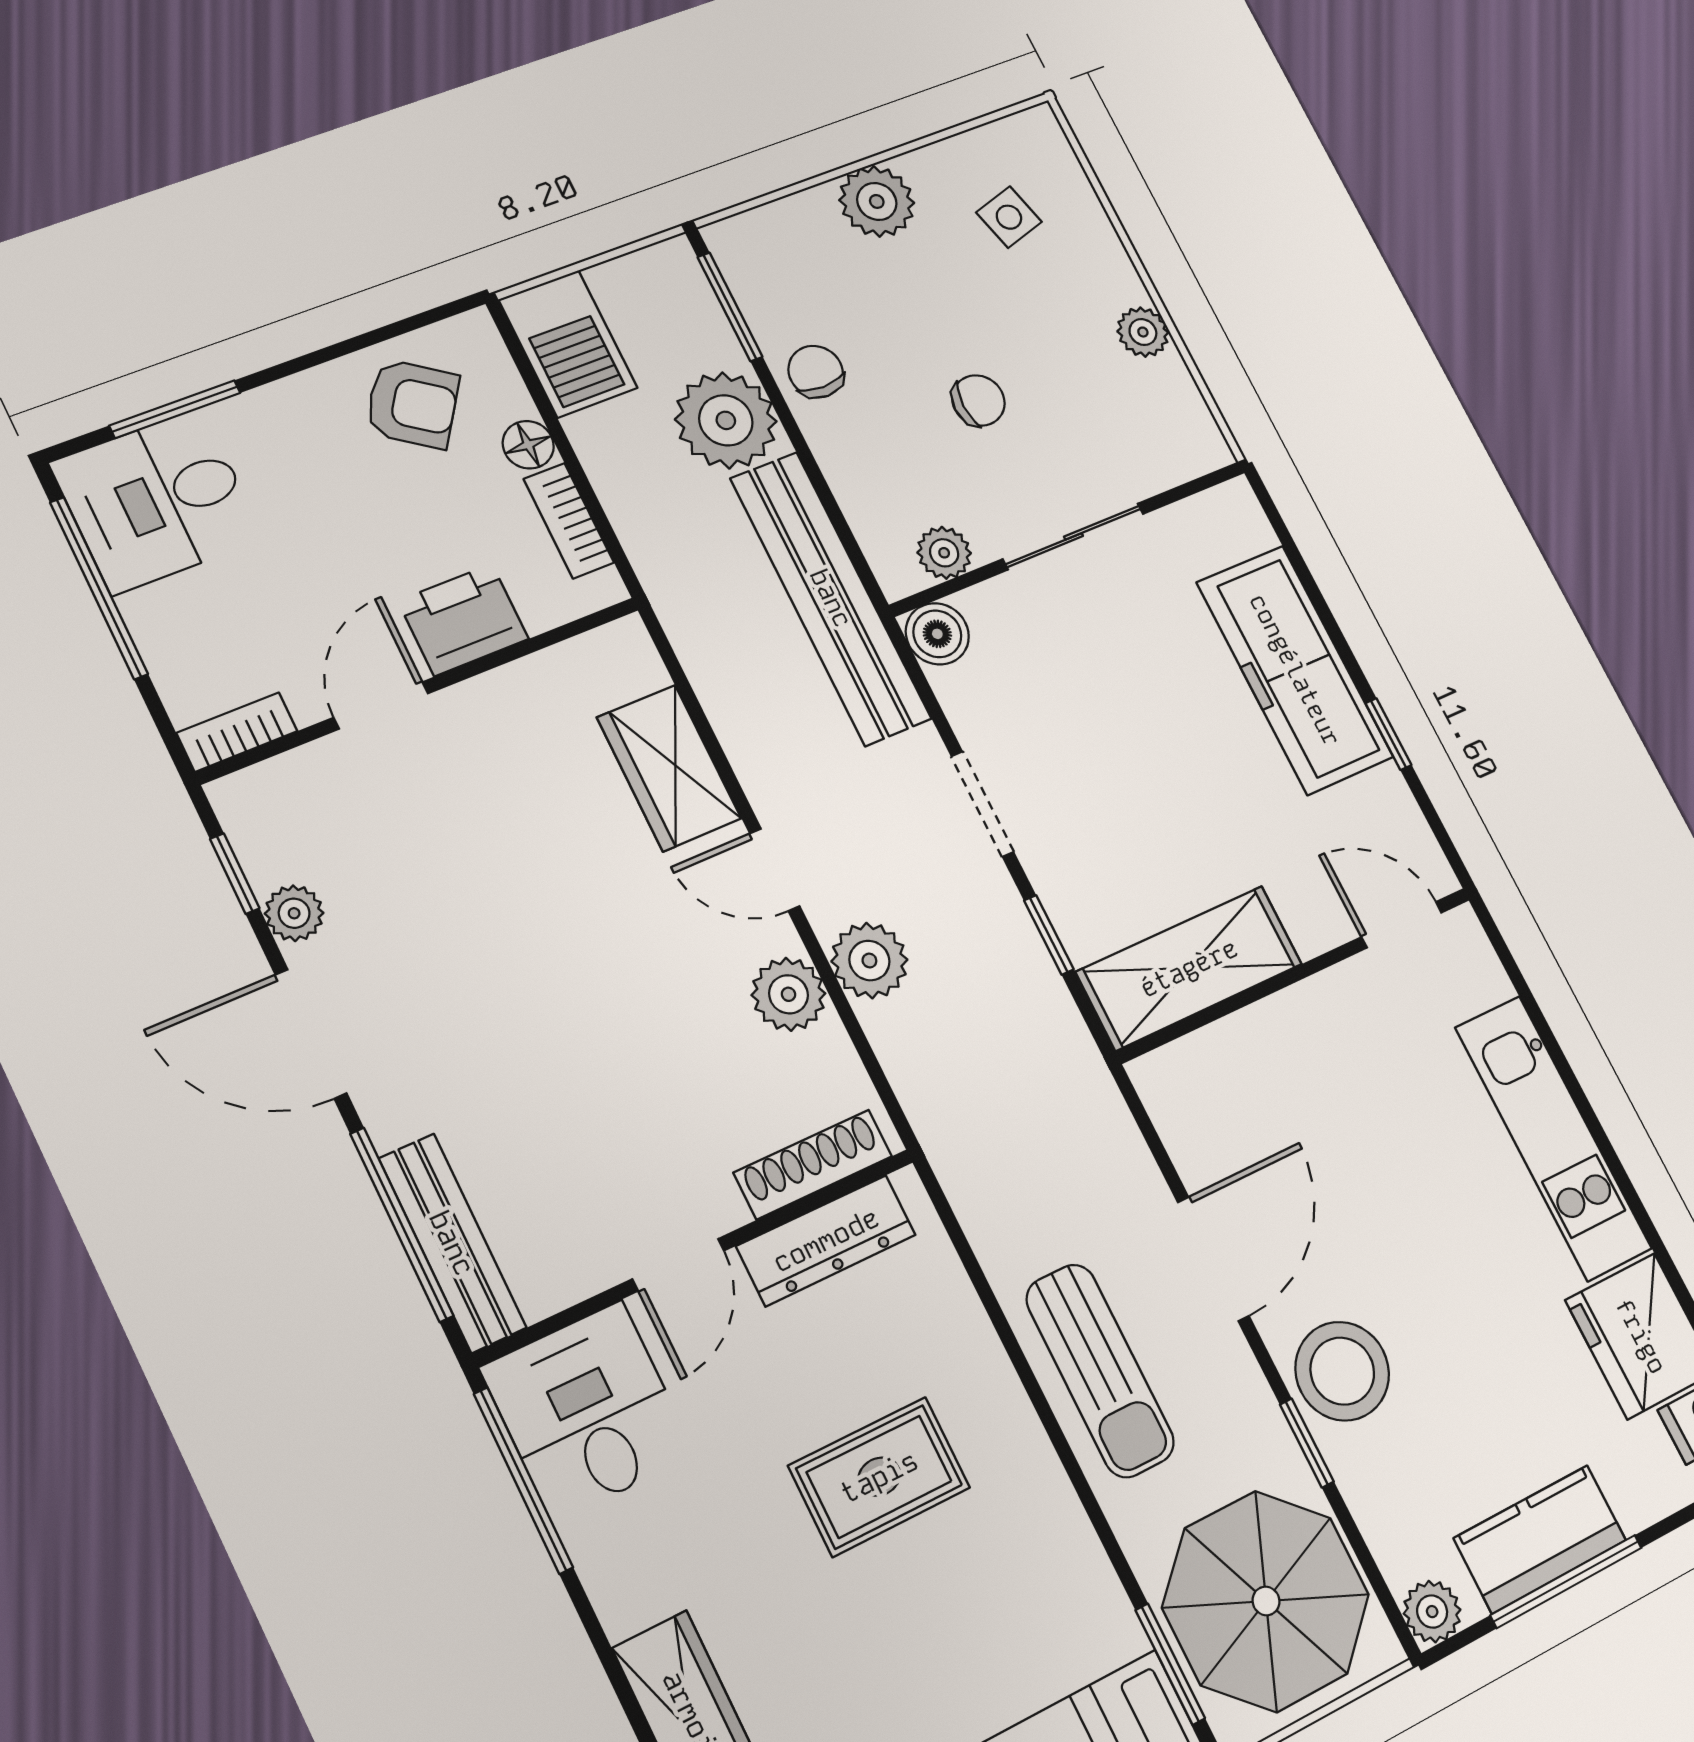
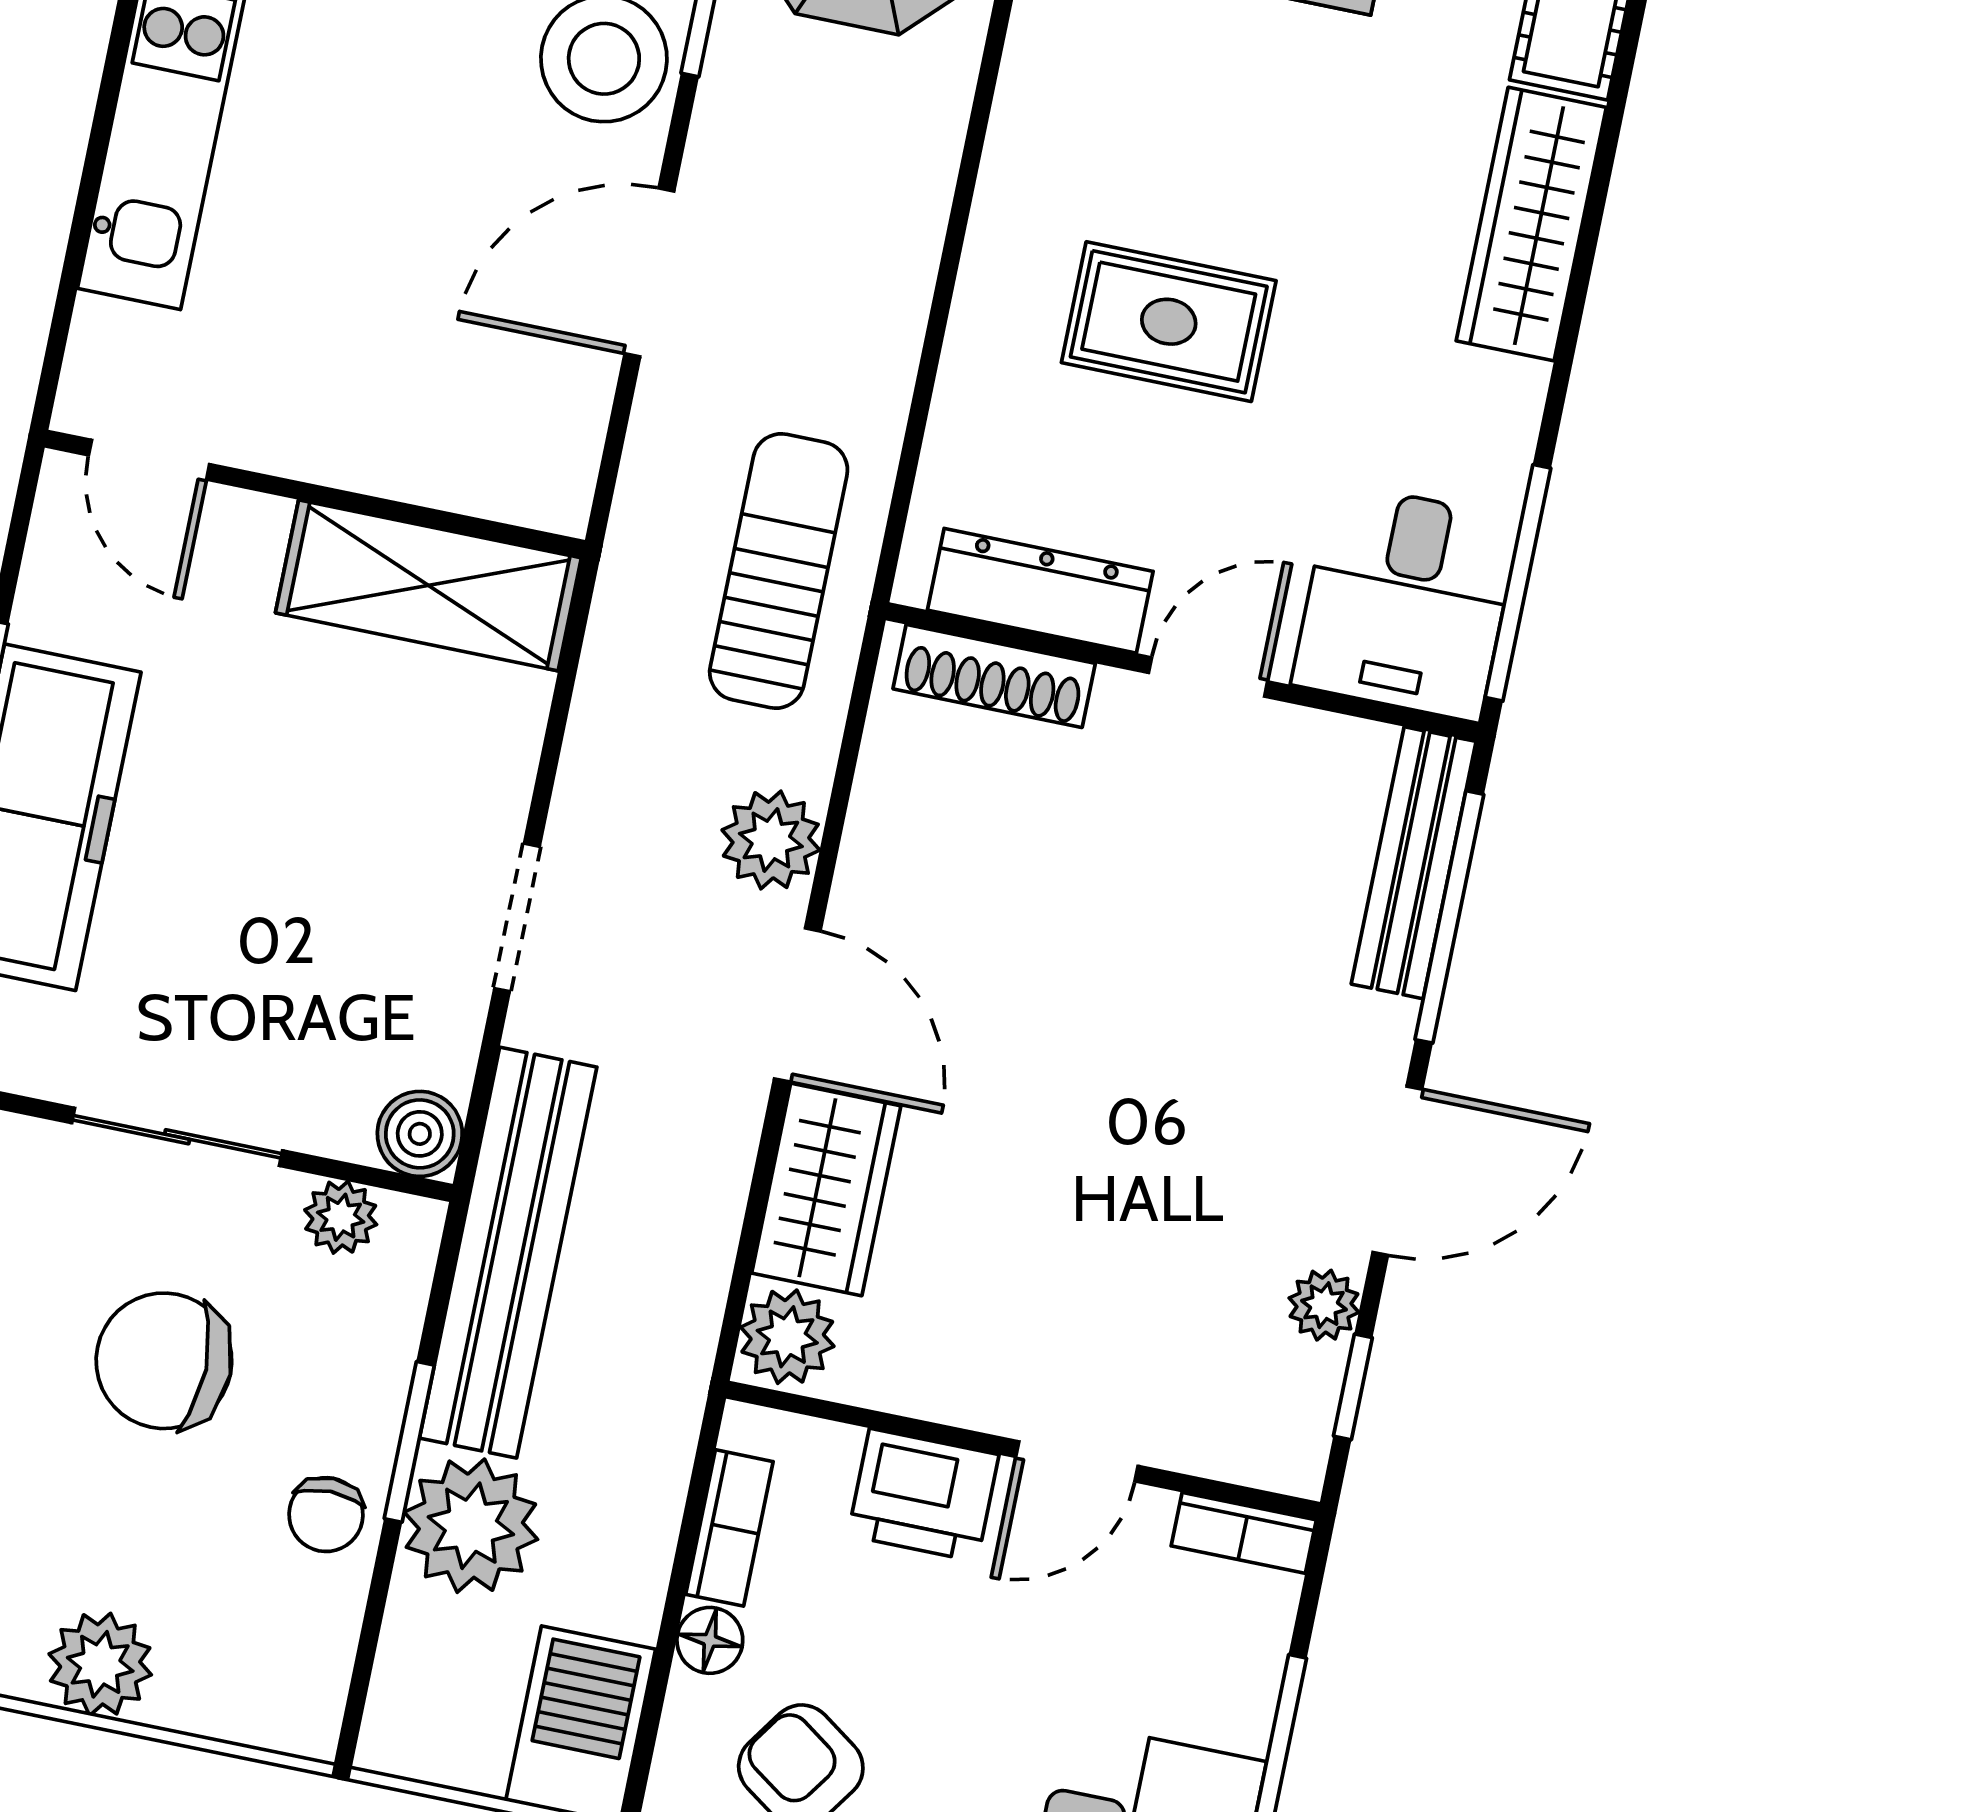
window: (730, 307) -> (409, 1442), moved
chair: (978, 401) -> (164, 1361), width x1.87, depth x1.87
door: (775, 870) -> (797, 1005), width x1.38
window: (1049, 935) -> (556, 729), removed
plant: (789, 994) -> (787, 1337), moved
door: (311, 1034) -> (1397, 1171), hinge flipped
sun lounger: (1100, 1371) -> (779, 571), moved

